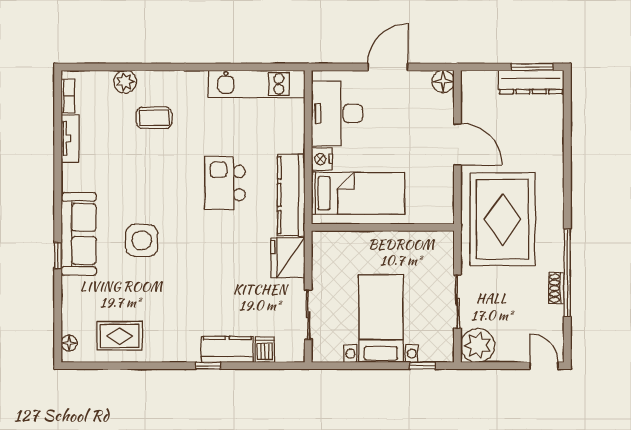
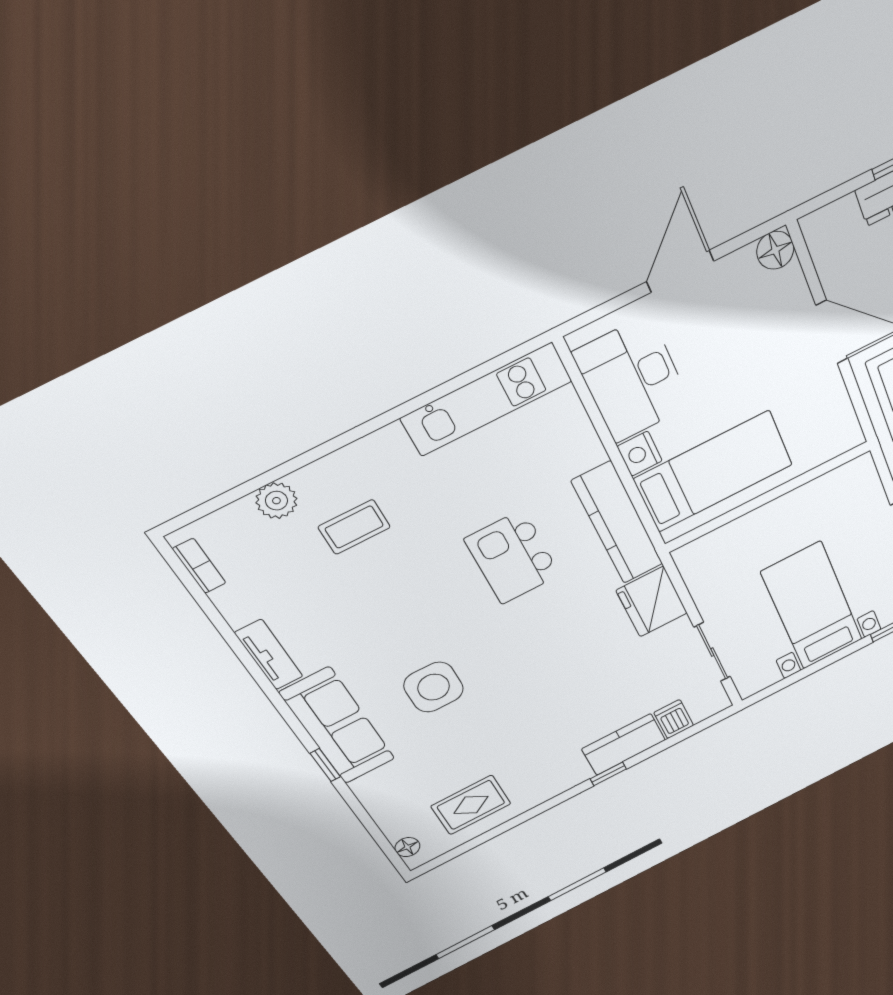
tv unit: (70, 138) -> (269, 655), moved

